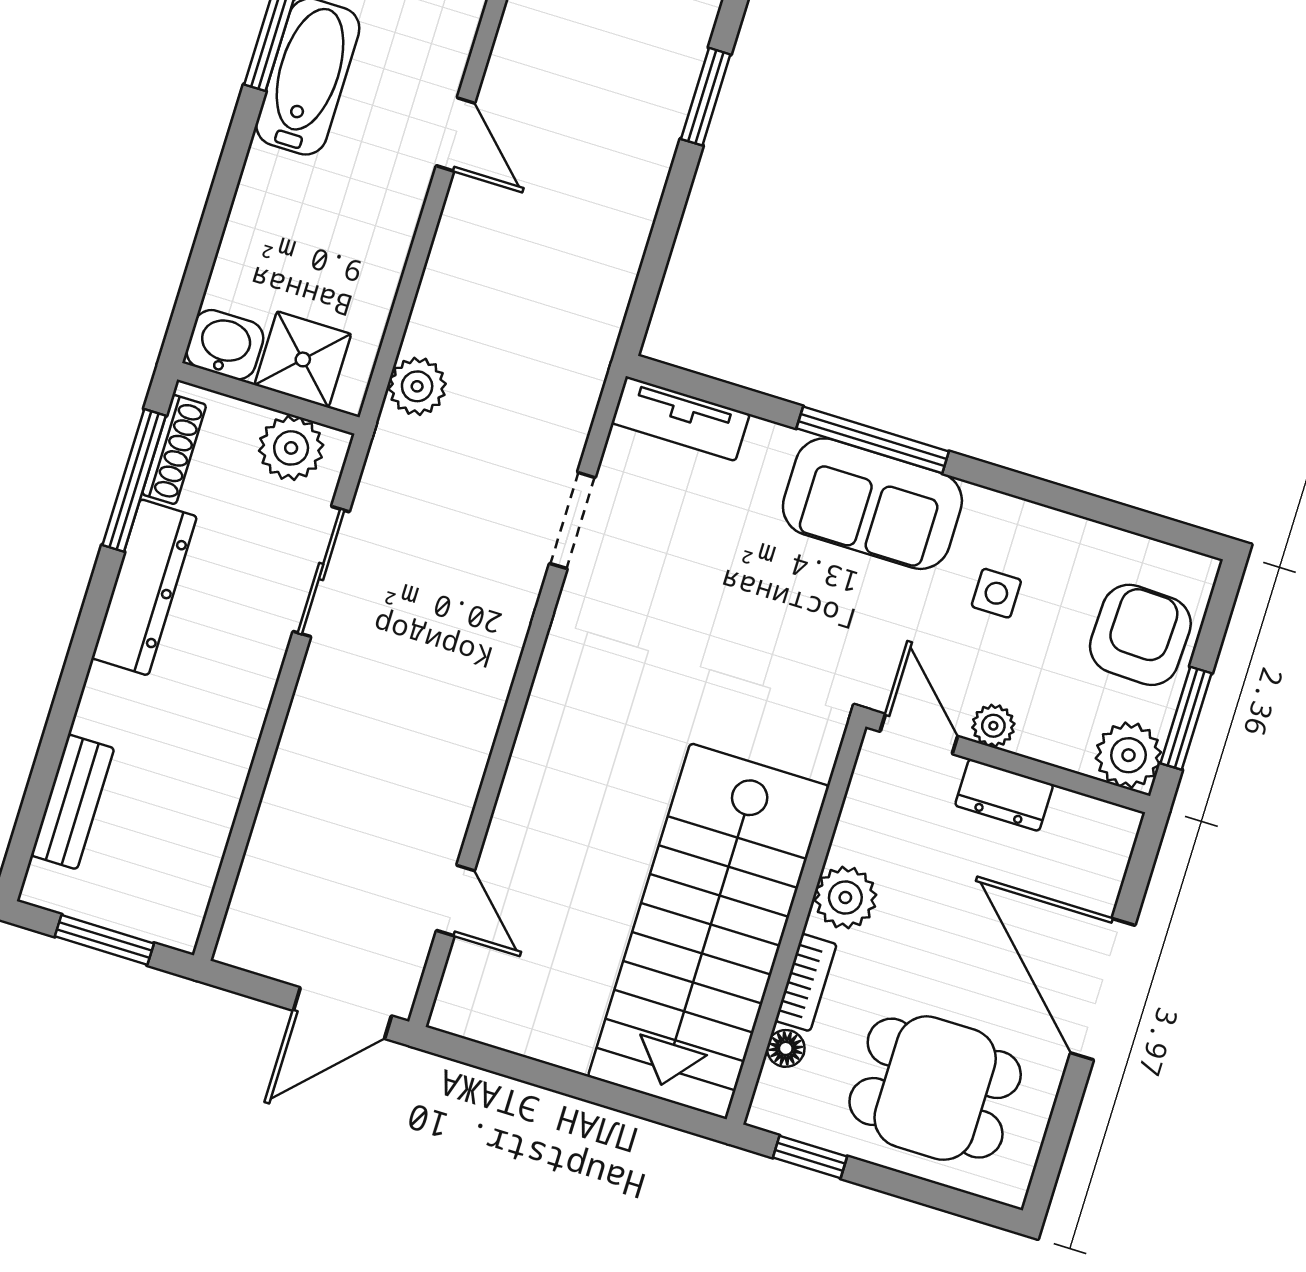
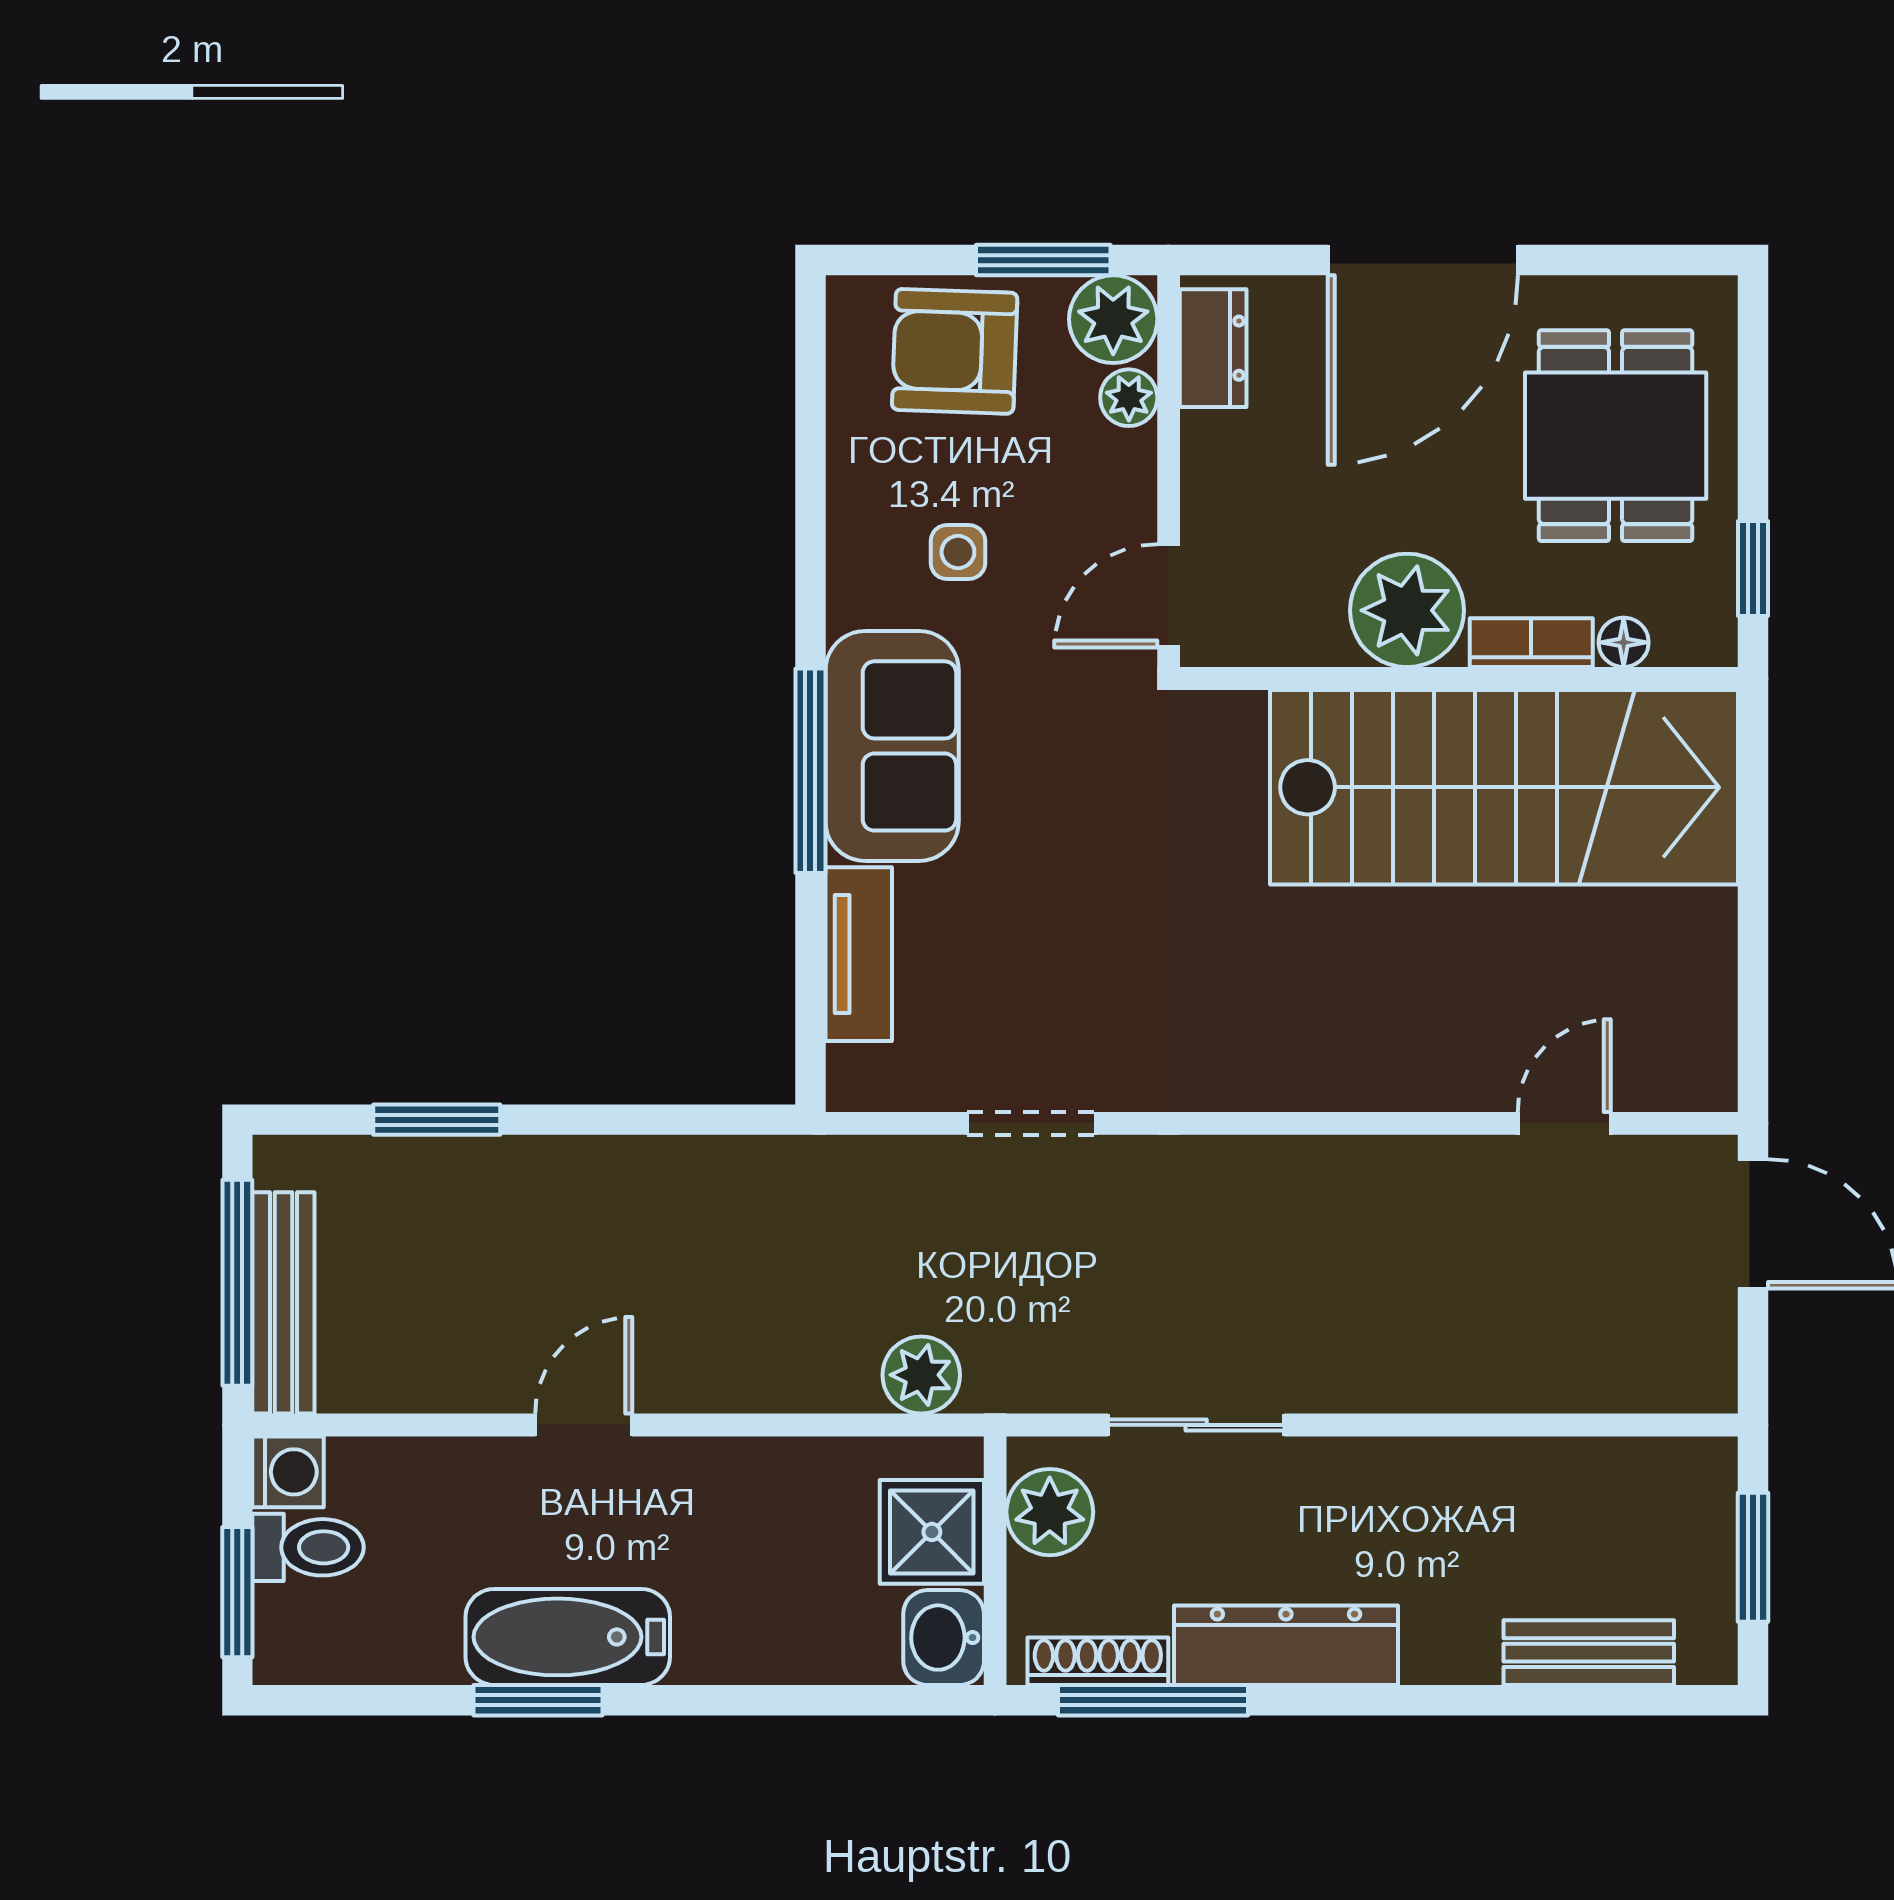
tv unit: (681, 419) -> (859, 954), moved
plant: (993, 726) -> (1129, 398), moved
dresser: (1004, 795) -> (1213, 348), moved
plant: (845, 898) -> (1407, 610), width x1.36, depth x1.36

